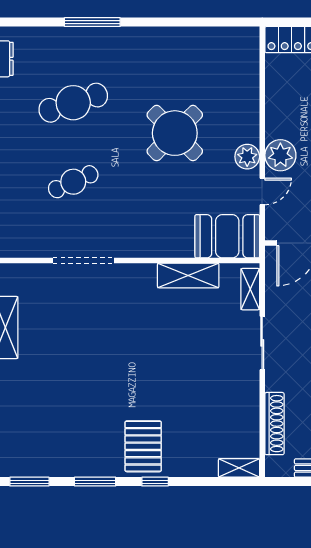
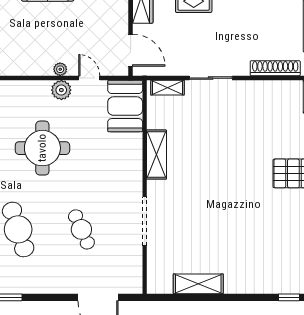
round table: (175, 133) -> (42, 148), turned 45
plant: (280, 155) -> (60, 69), width x0.53, depth x0.53
shelving: (188, 276) -> (157, 155), moved

